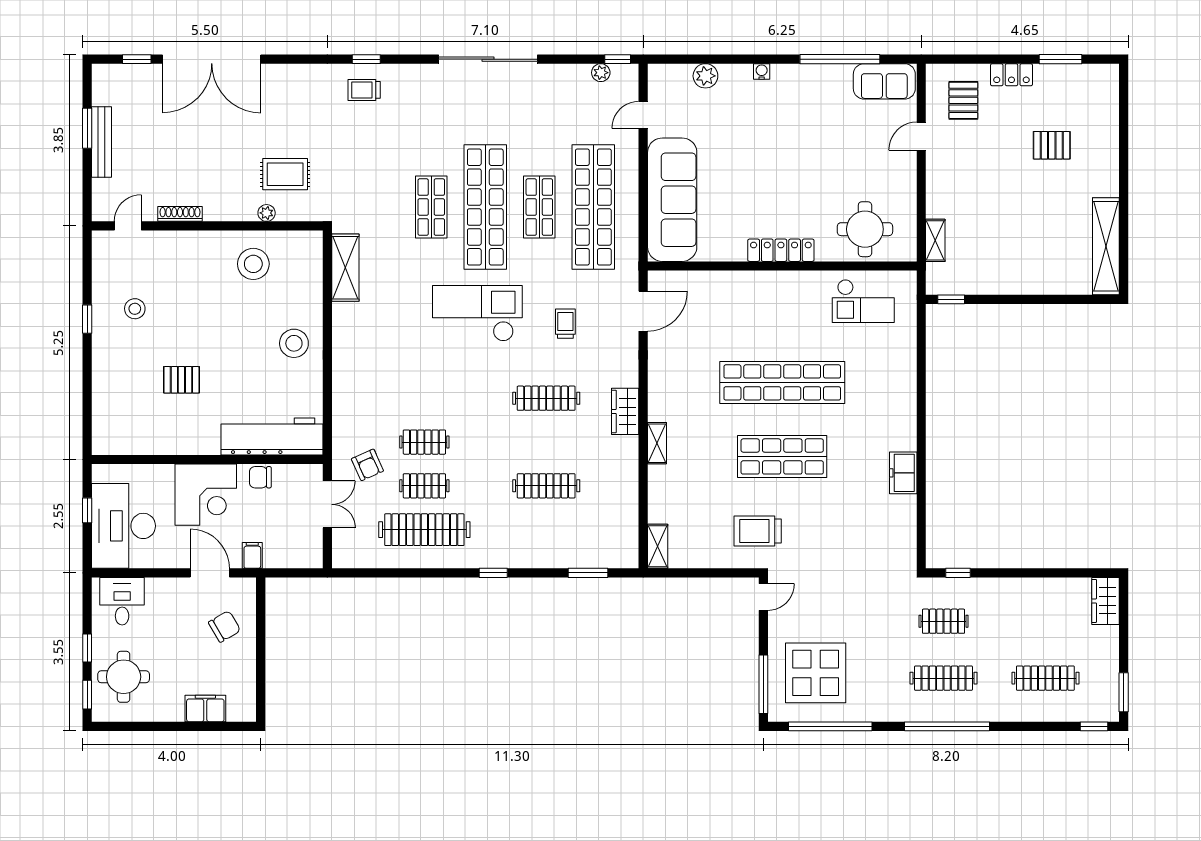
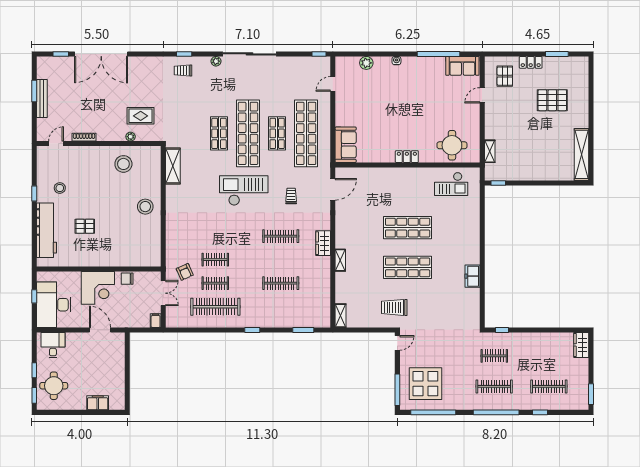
plant: (601, 73) -> (216, 61), moved
pallet: (1052, 145) -> (552, 100), width x1.50, depth x1.42
sofa: (672, 200) -> (346, 145), width x0.54, depth x0.79
locker: (781, 250) -> (407, 157), width x0.66
shop shelf: (782, 382) -> (408, 228), width x0.71
workbench: (272, 436) -> (47, 230), moved, turned 90
filing cabinet: (252, 555) -> (156, 321), moved
chair: (225, 626) -> (108, 359), removed
window: (1094, 726) -> (540, 412), moved

